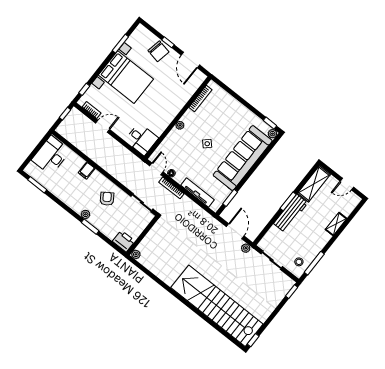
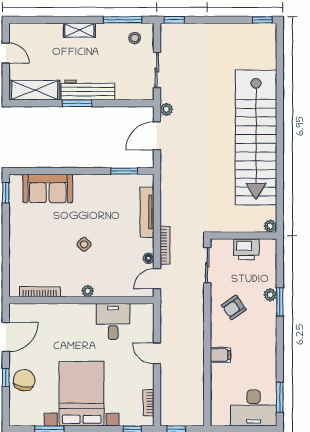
door: (103, 126) -> (157, 353), moved
plant: (272, 134) -> (15, 181), removed
desk: (142, 139) -> (113, 321), moved
desk: (51, 155) -> (254, 408), moved
sofa: (243, 158) -> (48, 188), width x0.54, depth x0.79
plant: (85, 214) -> (270, 295), moved
shelving: (336, 224) -> (79, 30), moved
printer: (124, 241) -> (246, 249), moved, turned -90
stairs: (217, 306) -> (256, 137), moved

